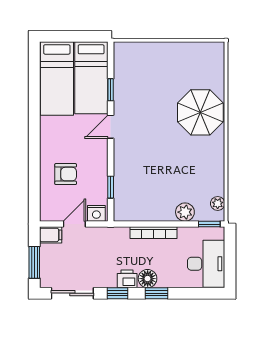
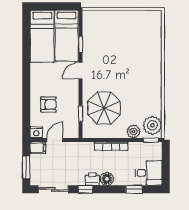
parasol: (200, 112) -> (104, 108), moved
plant: (218, 203) -> (152, 125), width x1.87, depth x1.87
nightstand: (96, 213) -> (36, 132), moved
desk: (206, 264) -> (149, 173), width x0.73
window: (157, 293) -> (134, 189), moved

